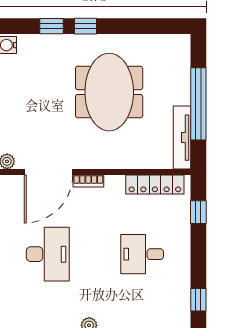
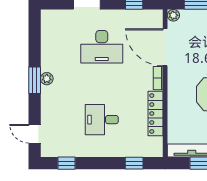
locker: (155, 185) -> (156, 114), moved
desk: (142, 254) -> (102, 120), turned -90

